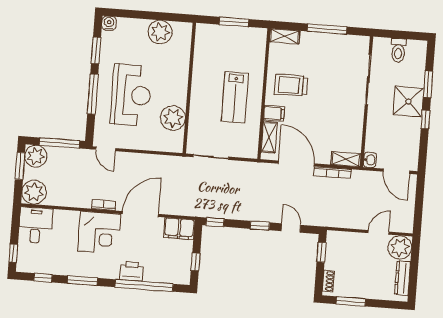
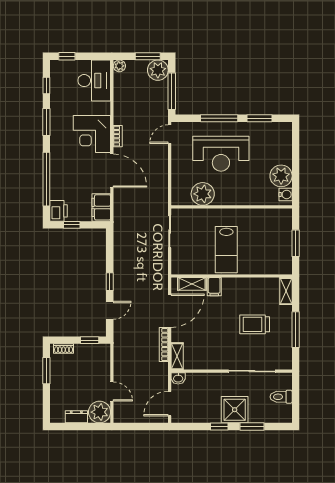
water cooler: (109, 23) -> (286, 194), moved
trolley: (291, 85) -> (255, 324), moved, turned -90
lab bench: (235, 97) -> (226, 250), turned -90
plant: (34, 192) -> (119, 66), width x0.53, depth x0.53
window: (215, 222) -> (110, 240), removed
desk: (36, 225) -> (94, 81), width x1.37
printer: (132, 271) -> (59, 211), moved
dresser: (403, 278) -> (76, 417), width x0.70

